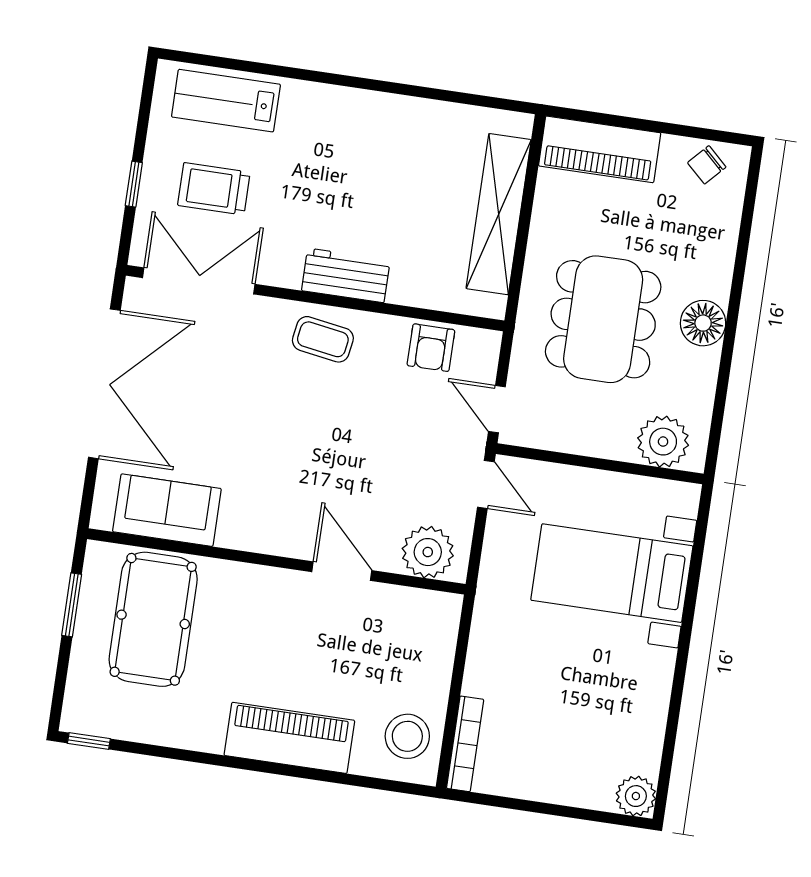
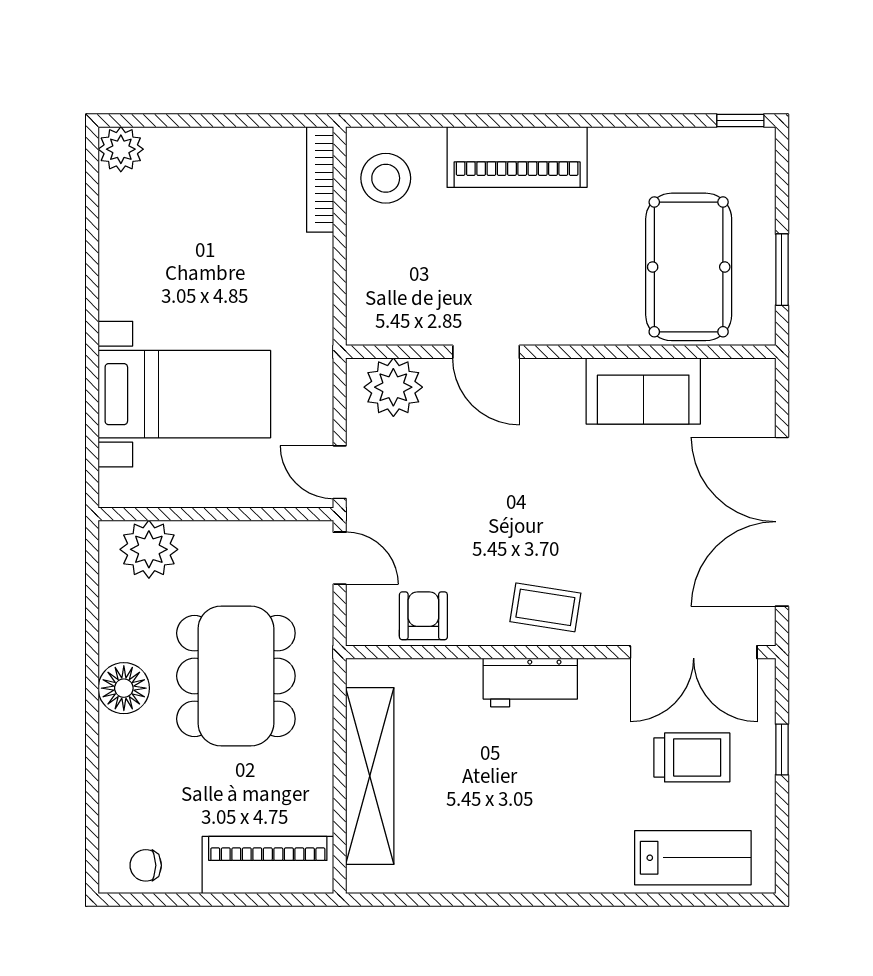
chair: (707, 165) -> (146, 865), turned -133
sofa: (167, 510) -> (643, 391), moved

